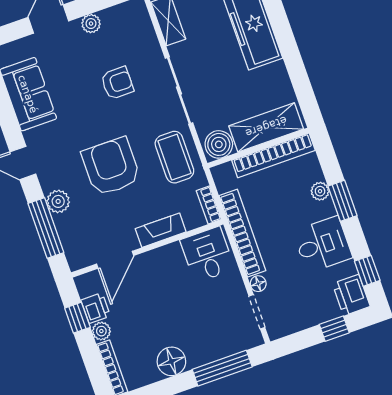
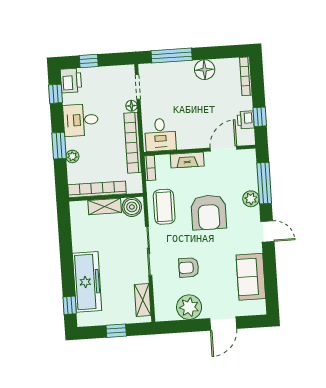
plant: (91, 24) -> (189, 307), width x1.88, depth x1.88
shelving: (266, 127) -> (105, 206), width x0.67, depth x0.75
plant: (101, 331) -> (246, 103), removed

